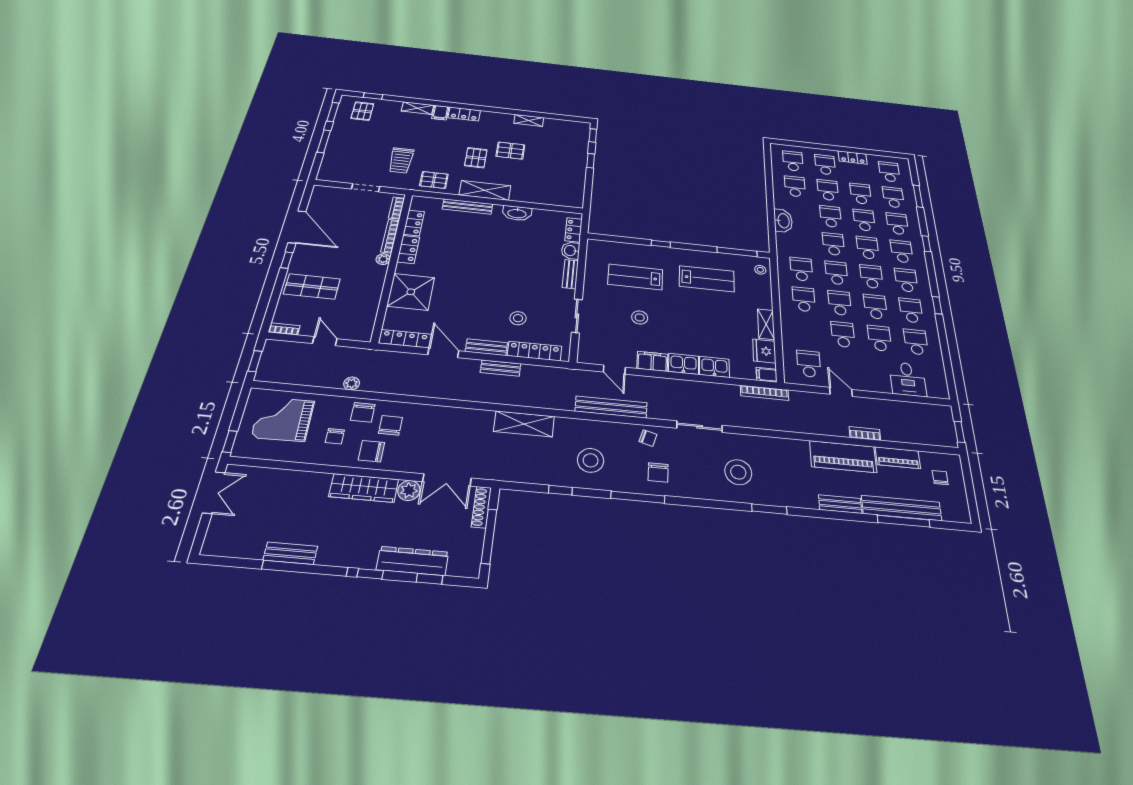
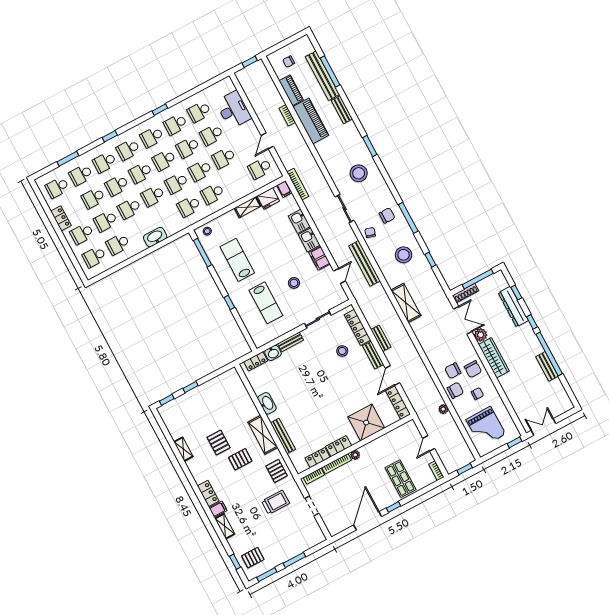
desk: (908, 379) -> (233, 110), width x1.37

